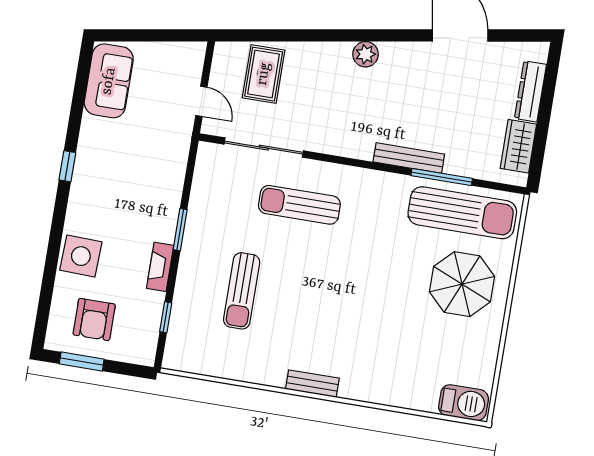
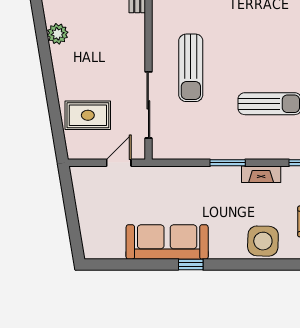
sofa: (109, 81) -> (167, 242), moved, width x1.36

